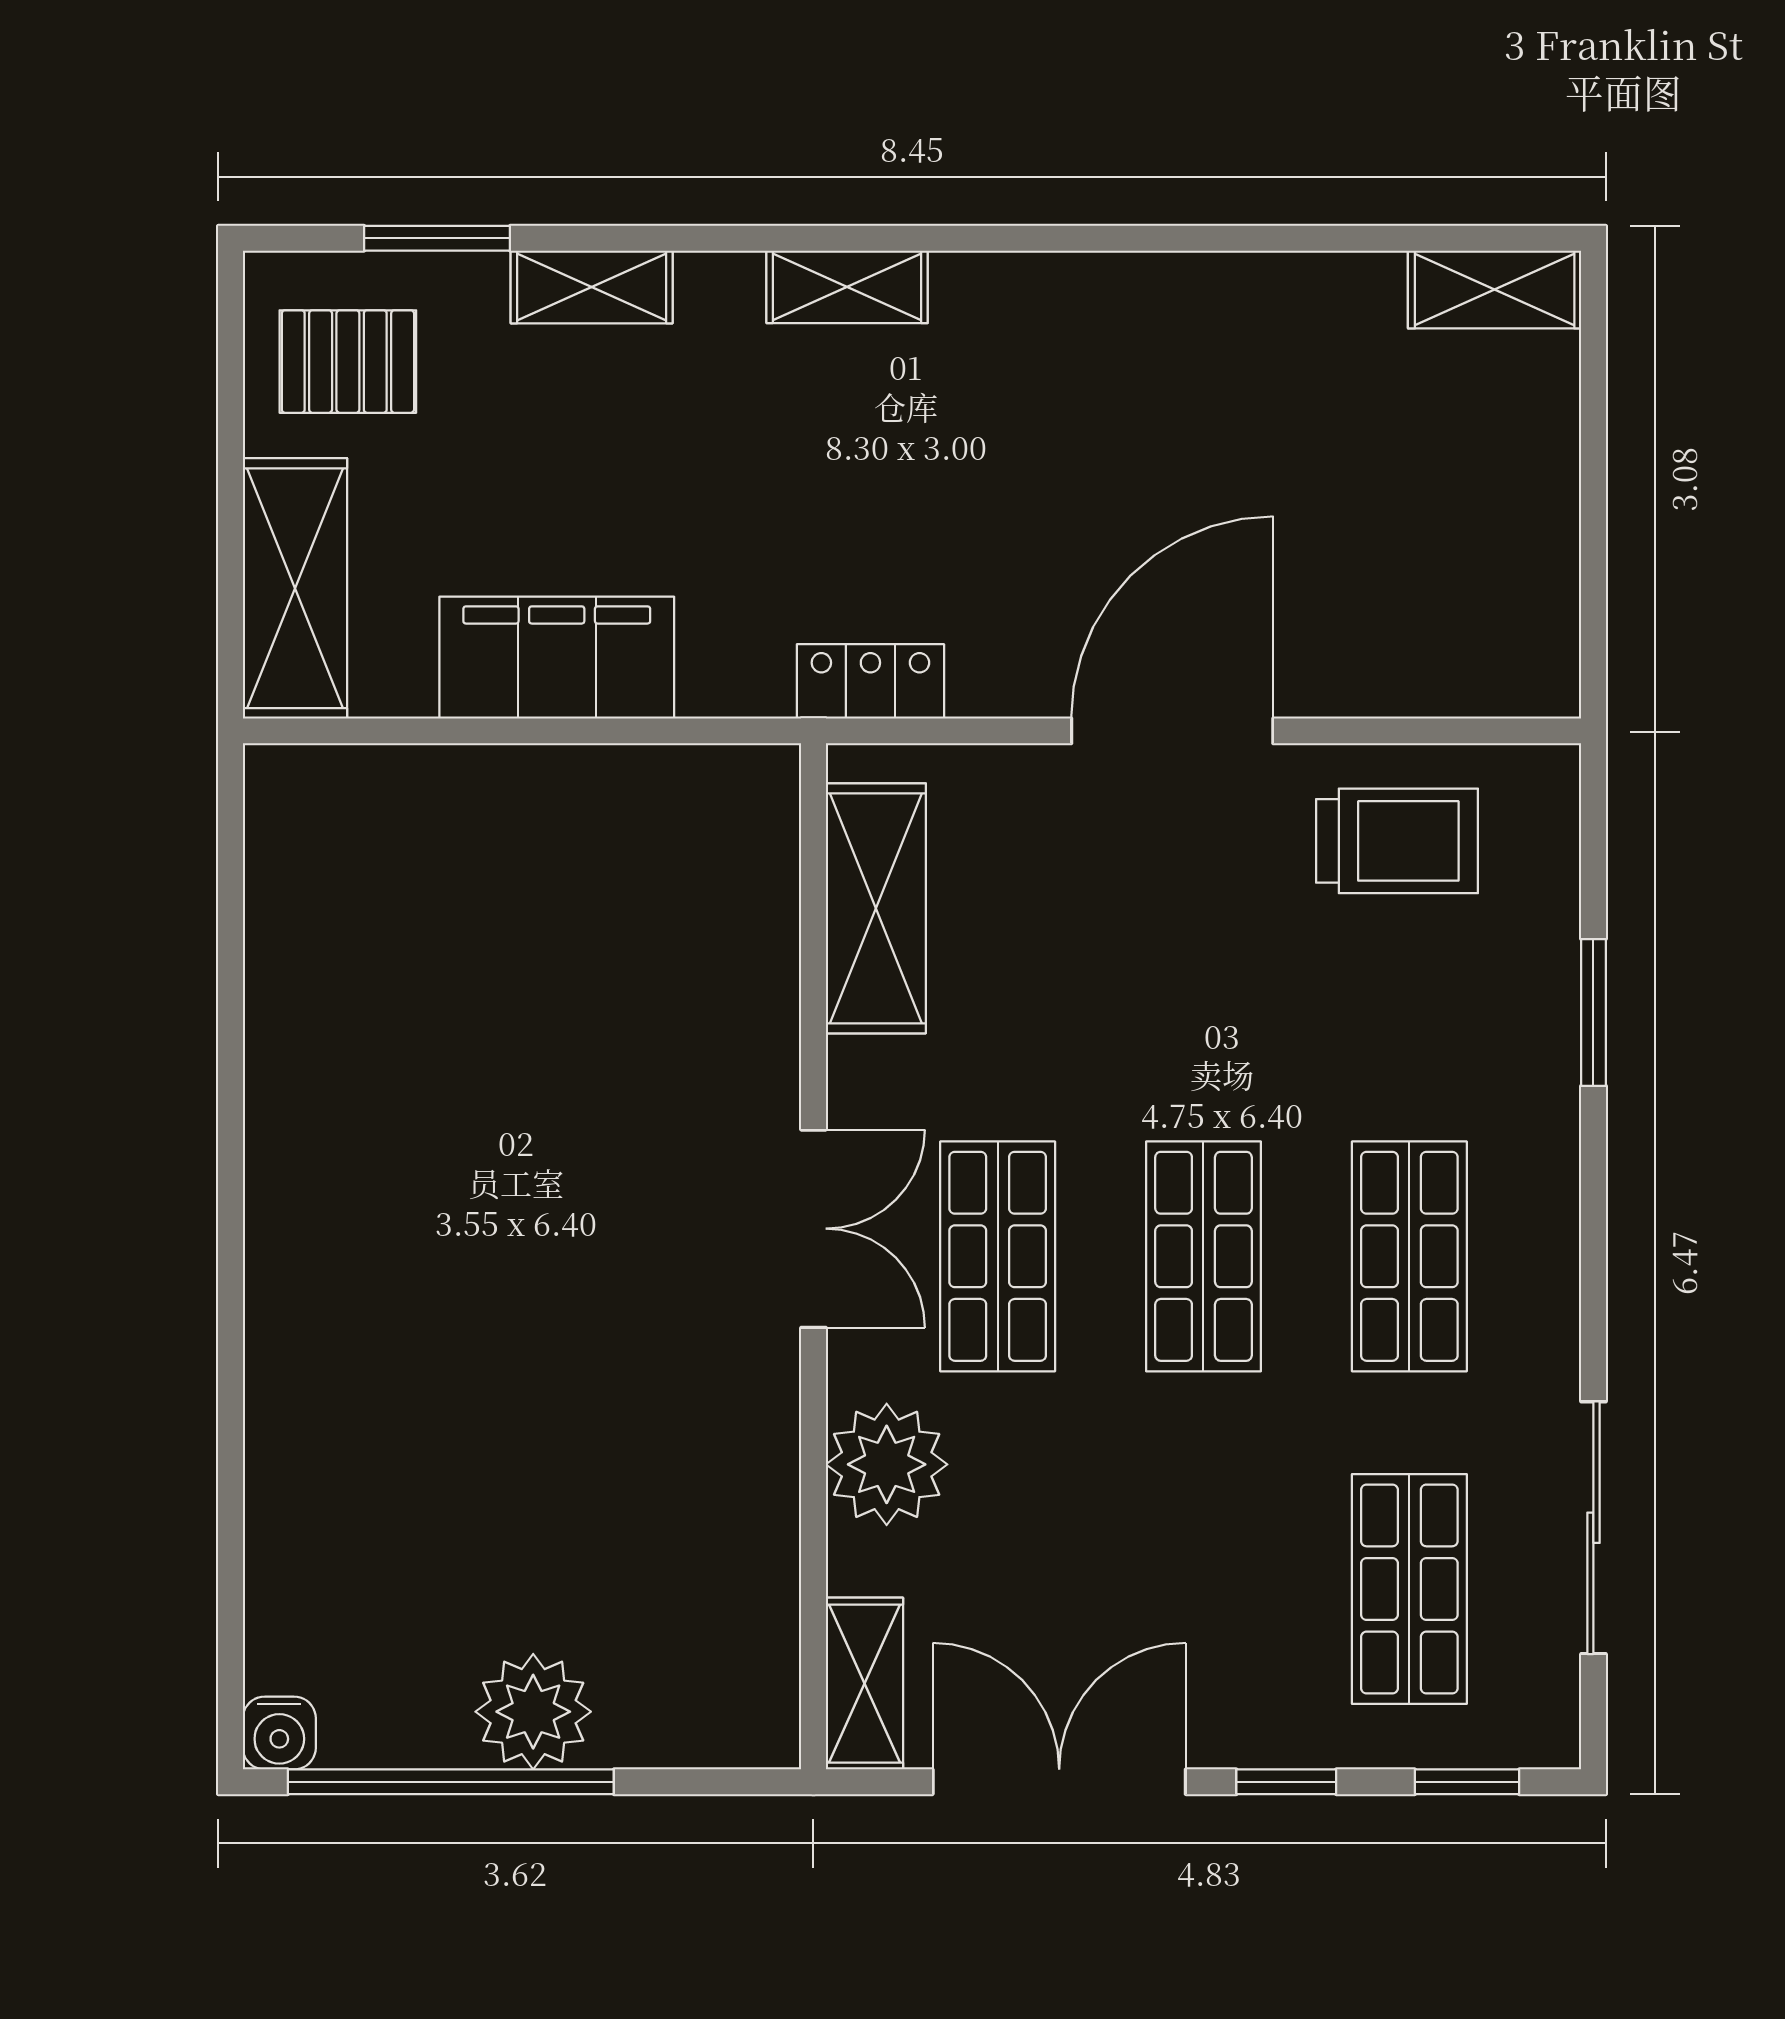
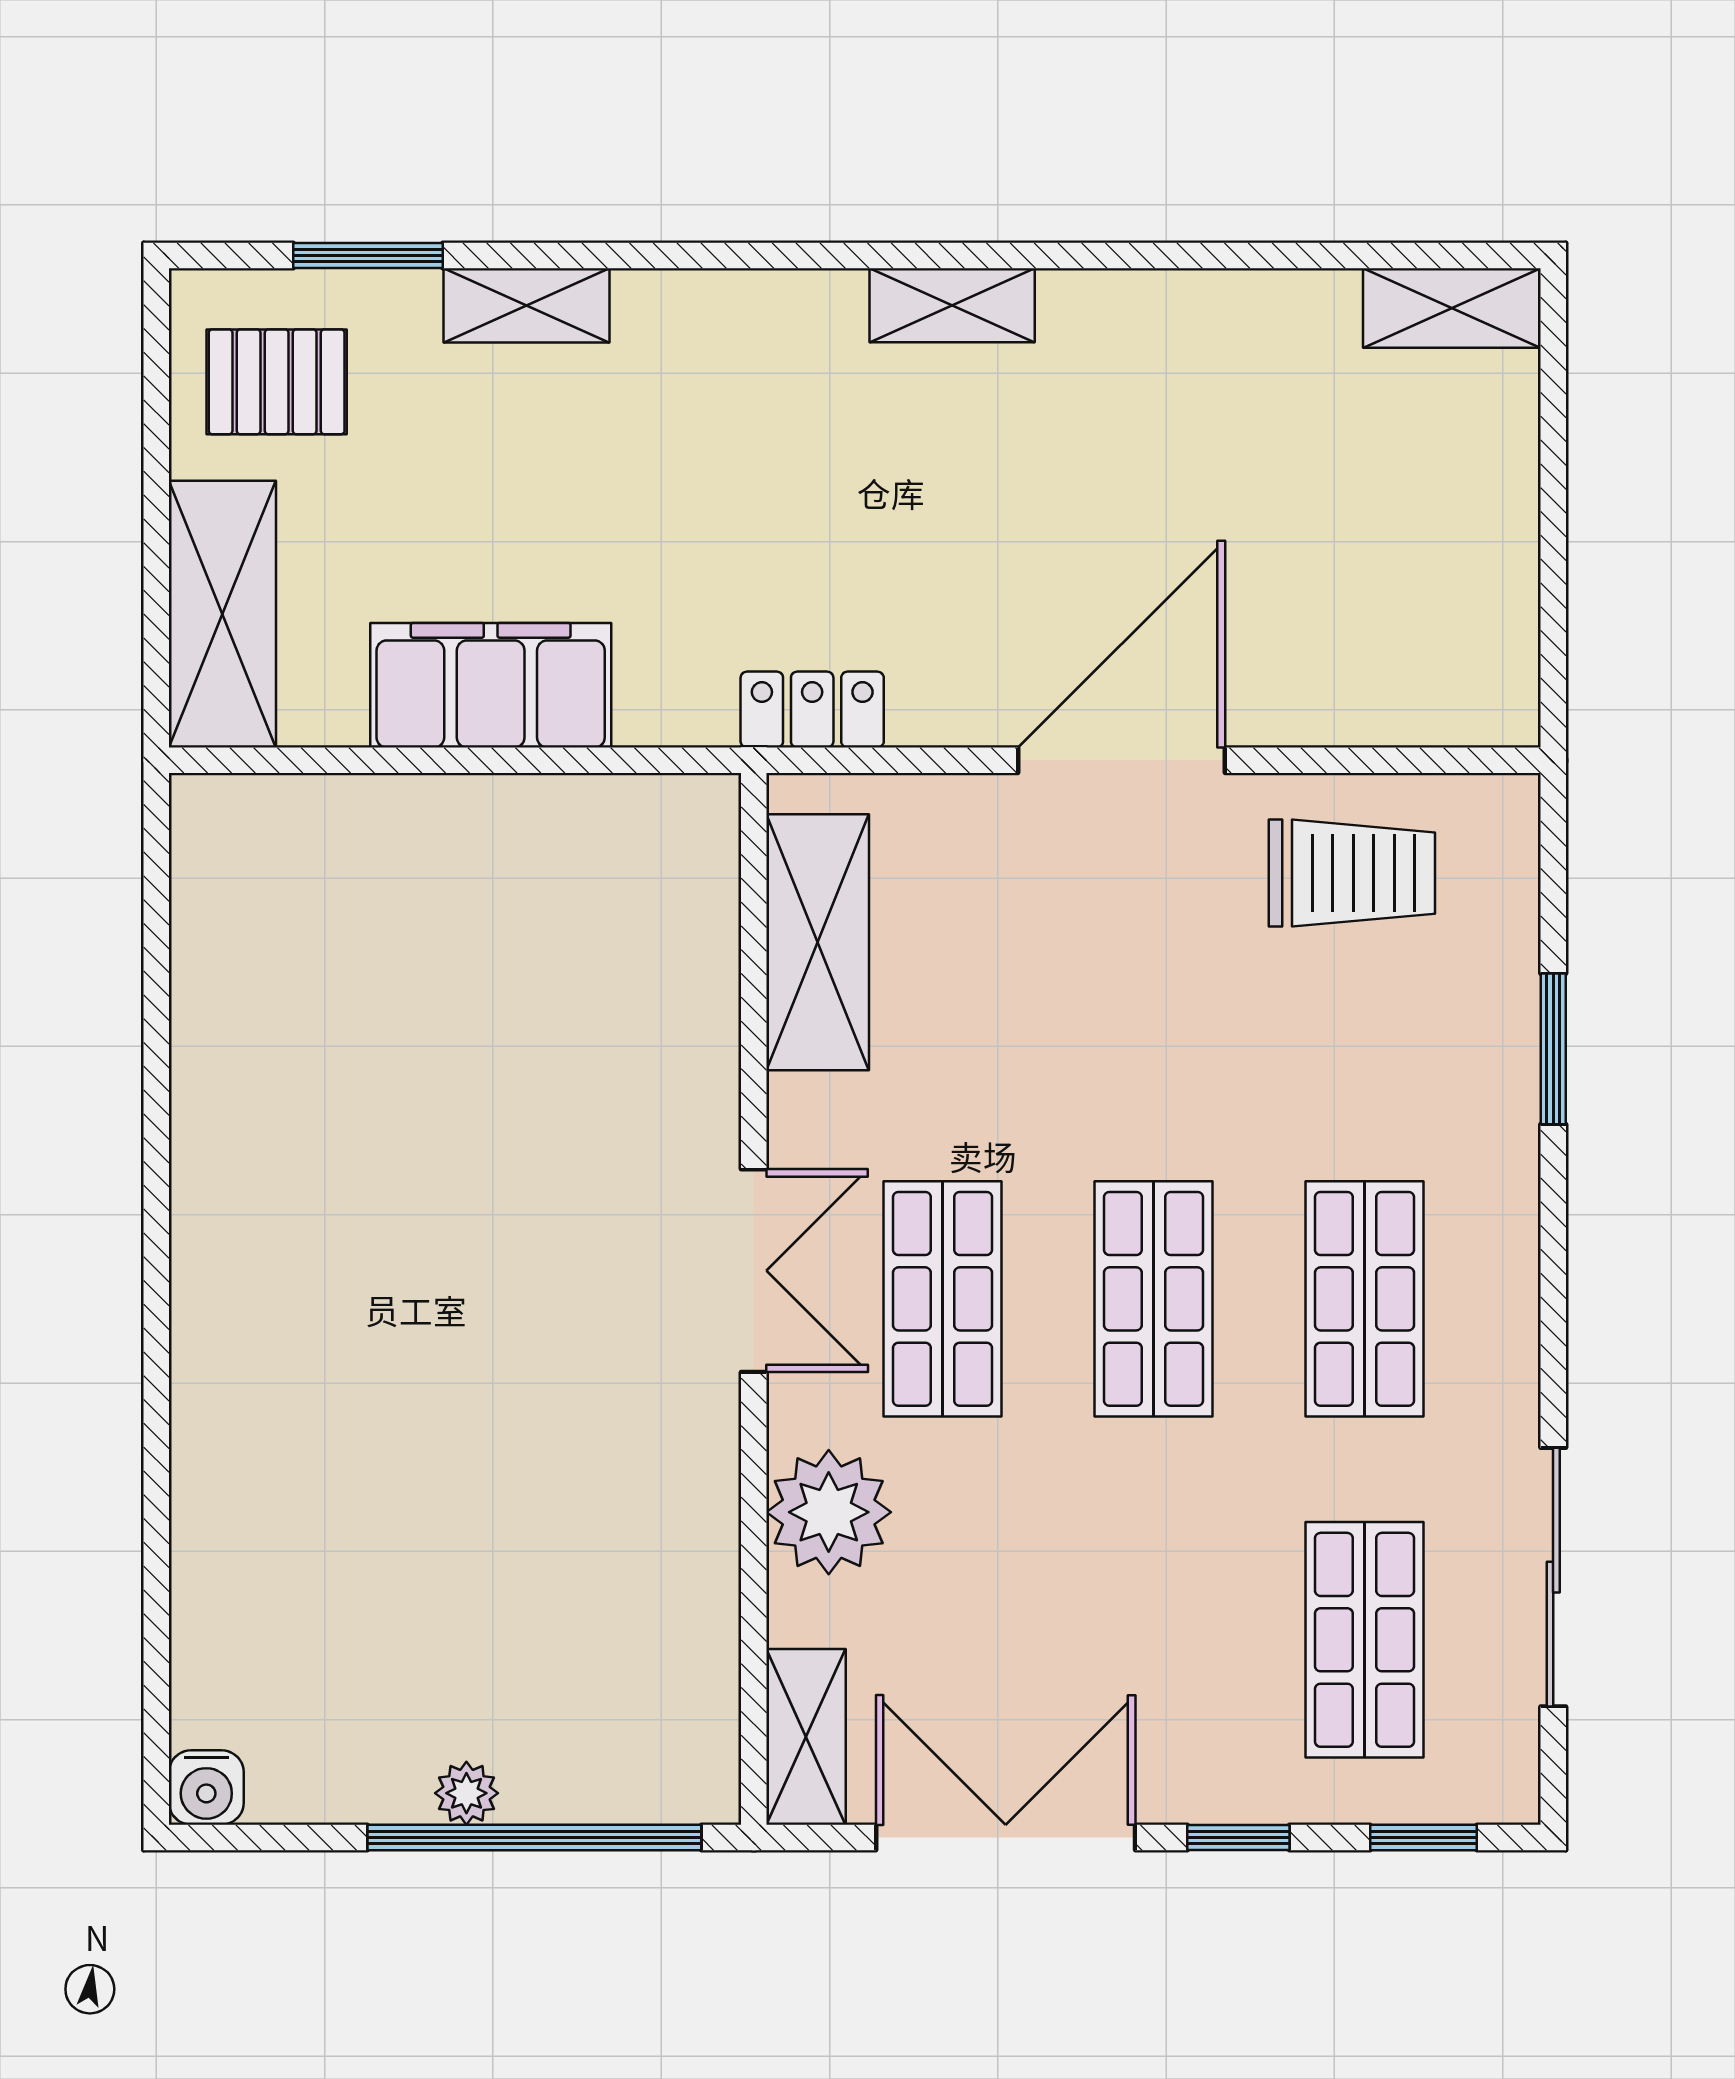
shelving: (847, 287) -> (952, 305), moved
plant: (533, 1712) -> (466, 1793), width x0.53, depth x0.53
window: (451, 1782) -> (534, 1837), moved

